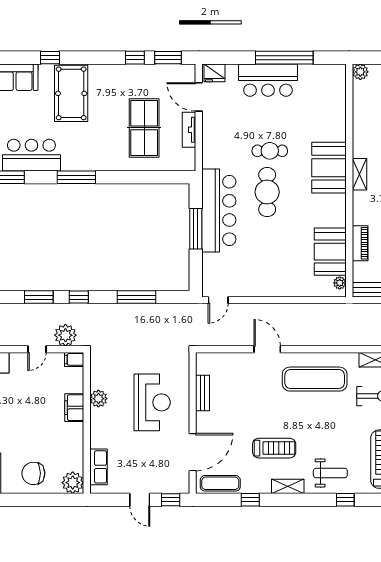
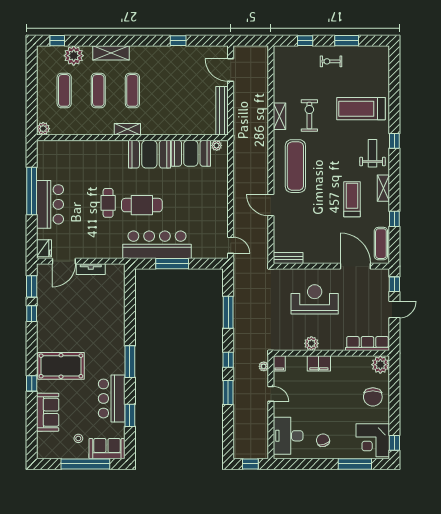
table tennis table: (144, 128) -> (89, 306), removed
booth: (329, 168) -> (149, 154), moved
piano: (360, 243) -> (184, 129), removed
plant: (65, 335) -> (264, 366), width x0.53, depth x0.53
door: (267, 349) -> (271, 205), hinge flipped
bench: (203, 393) -> (288, 258), moved
row of seats: (98, 467) -> (367, 344), width x1.48

